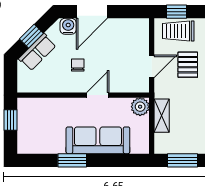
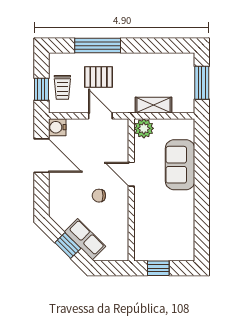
door: (92, 12) -> (41, 156), moved
water cooler: (68, 26) -> (57, 127), moved
trolley: (178, 31) -> (62, 87), width x0.73, depth x0.72
sofa: (98, 140) -> (180, 165), width x0.73
window: (72, 160) -> (202, 201), removed

